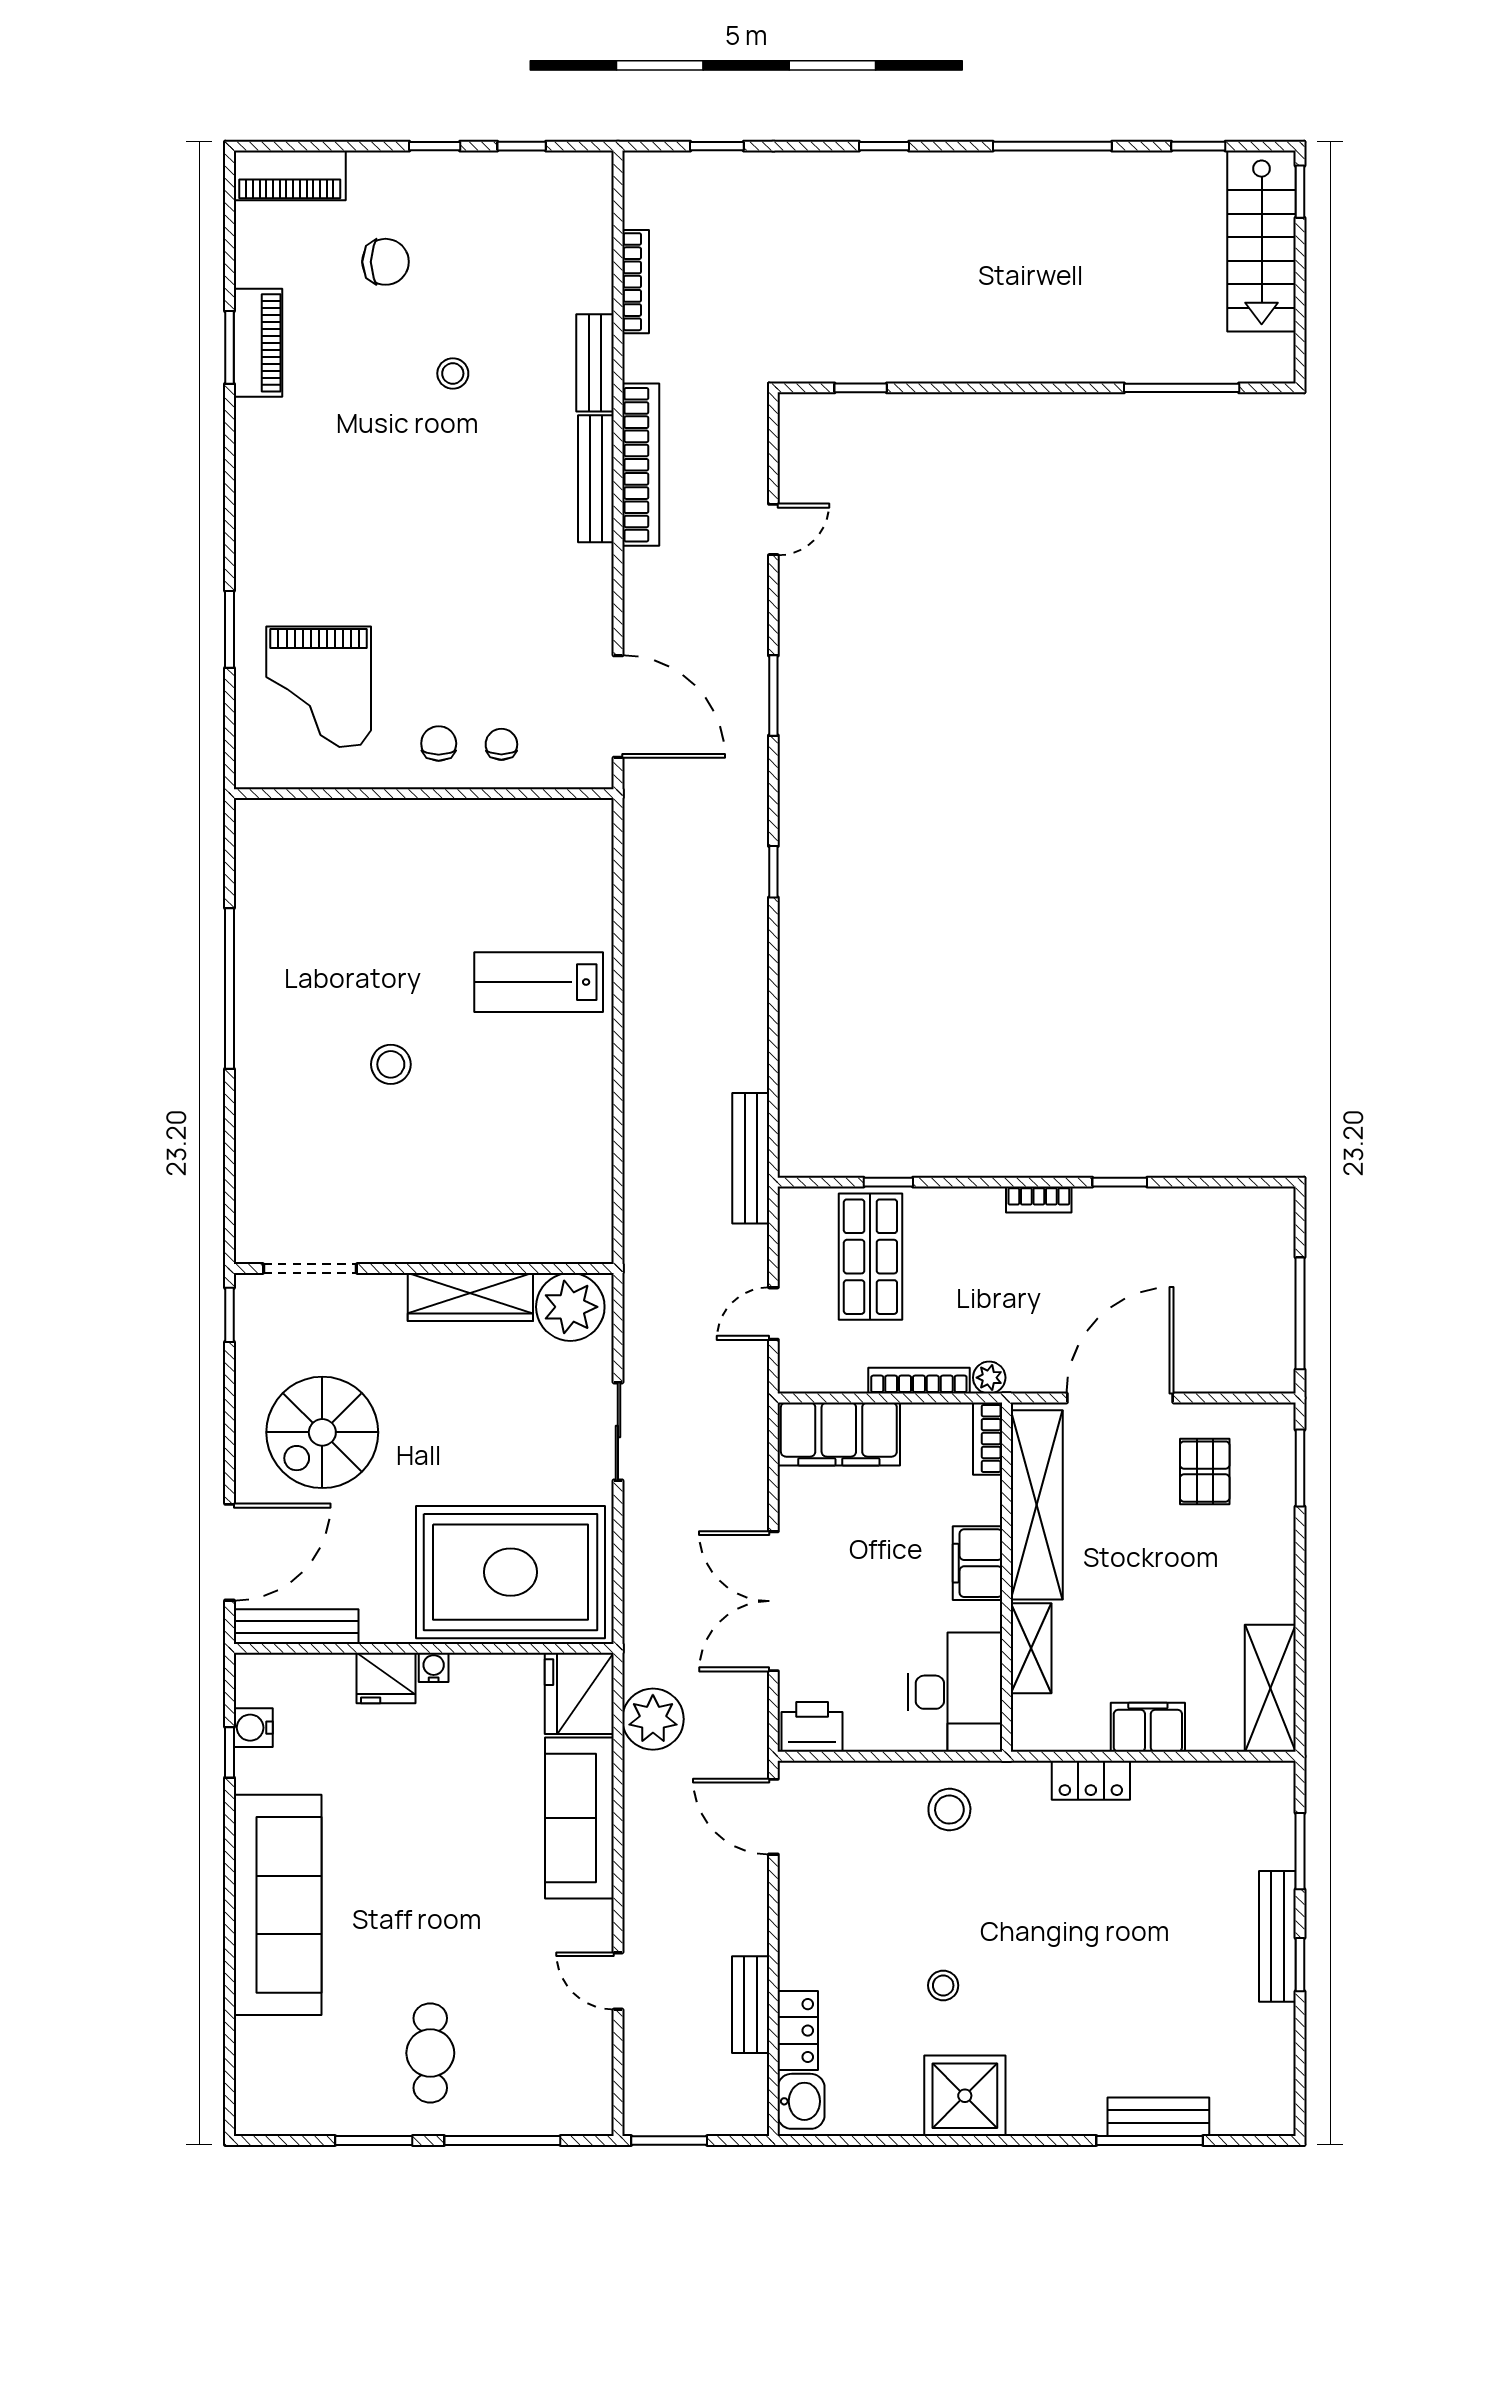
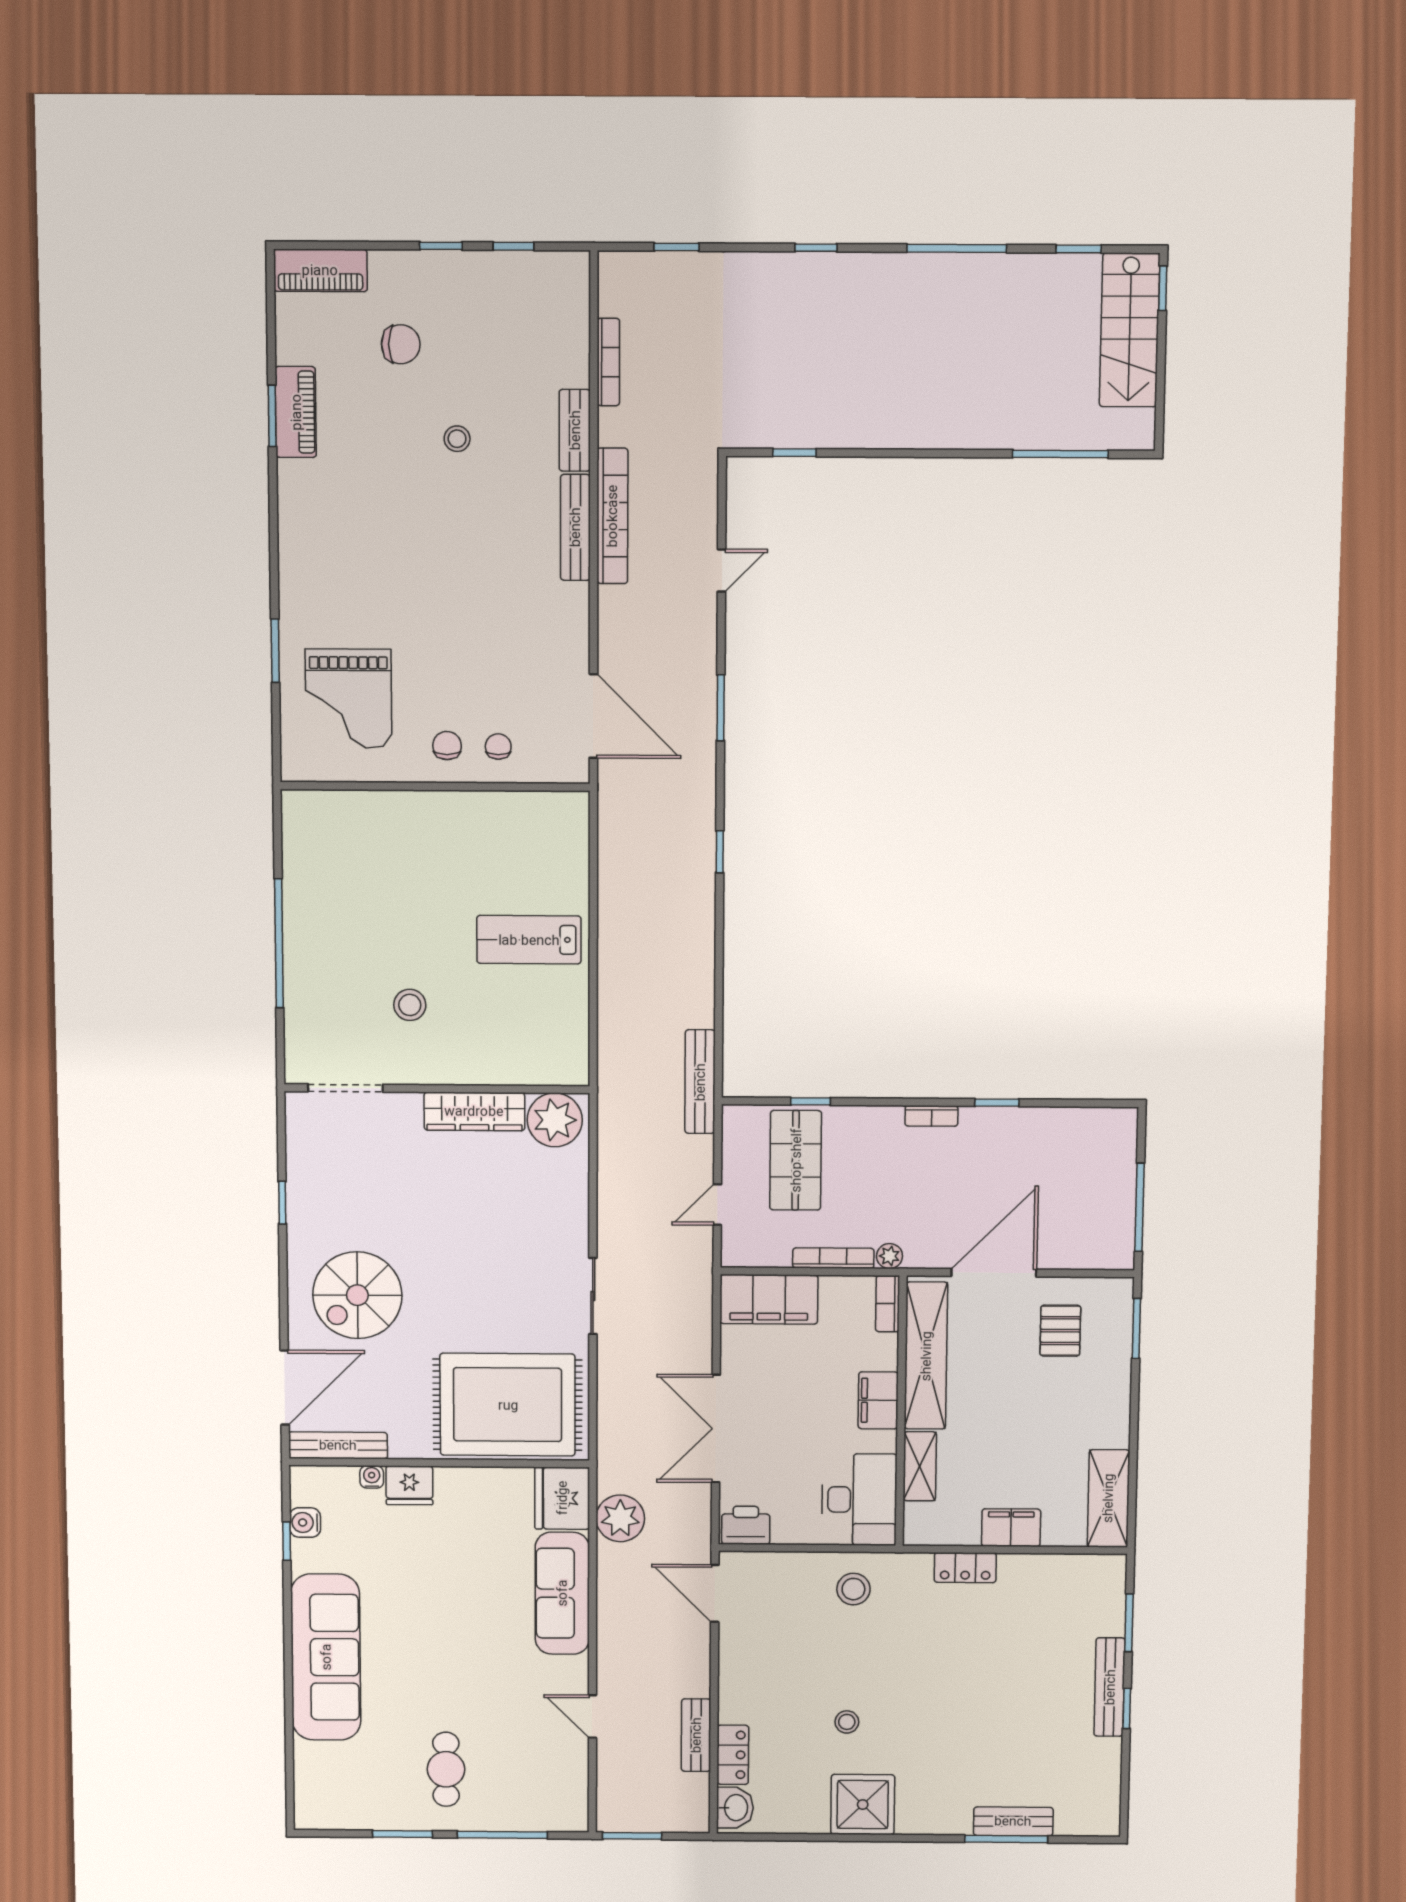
doorway: (310, 1268) -> (345, 1088), moved
wall: (424, 1268) -> (437, 1089), moved
wardrobe: (470, 1297) -> (474, 1111), moved
plant: (570, 1307) -> (555, 1120), moved
water cooler: (434, 1667) -> (372, 1477), moved

